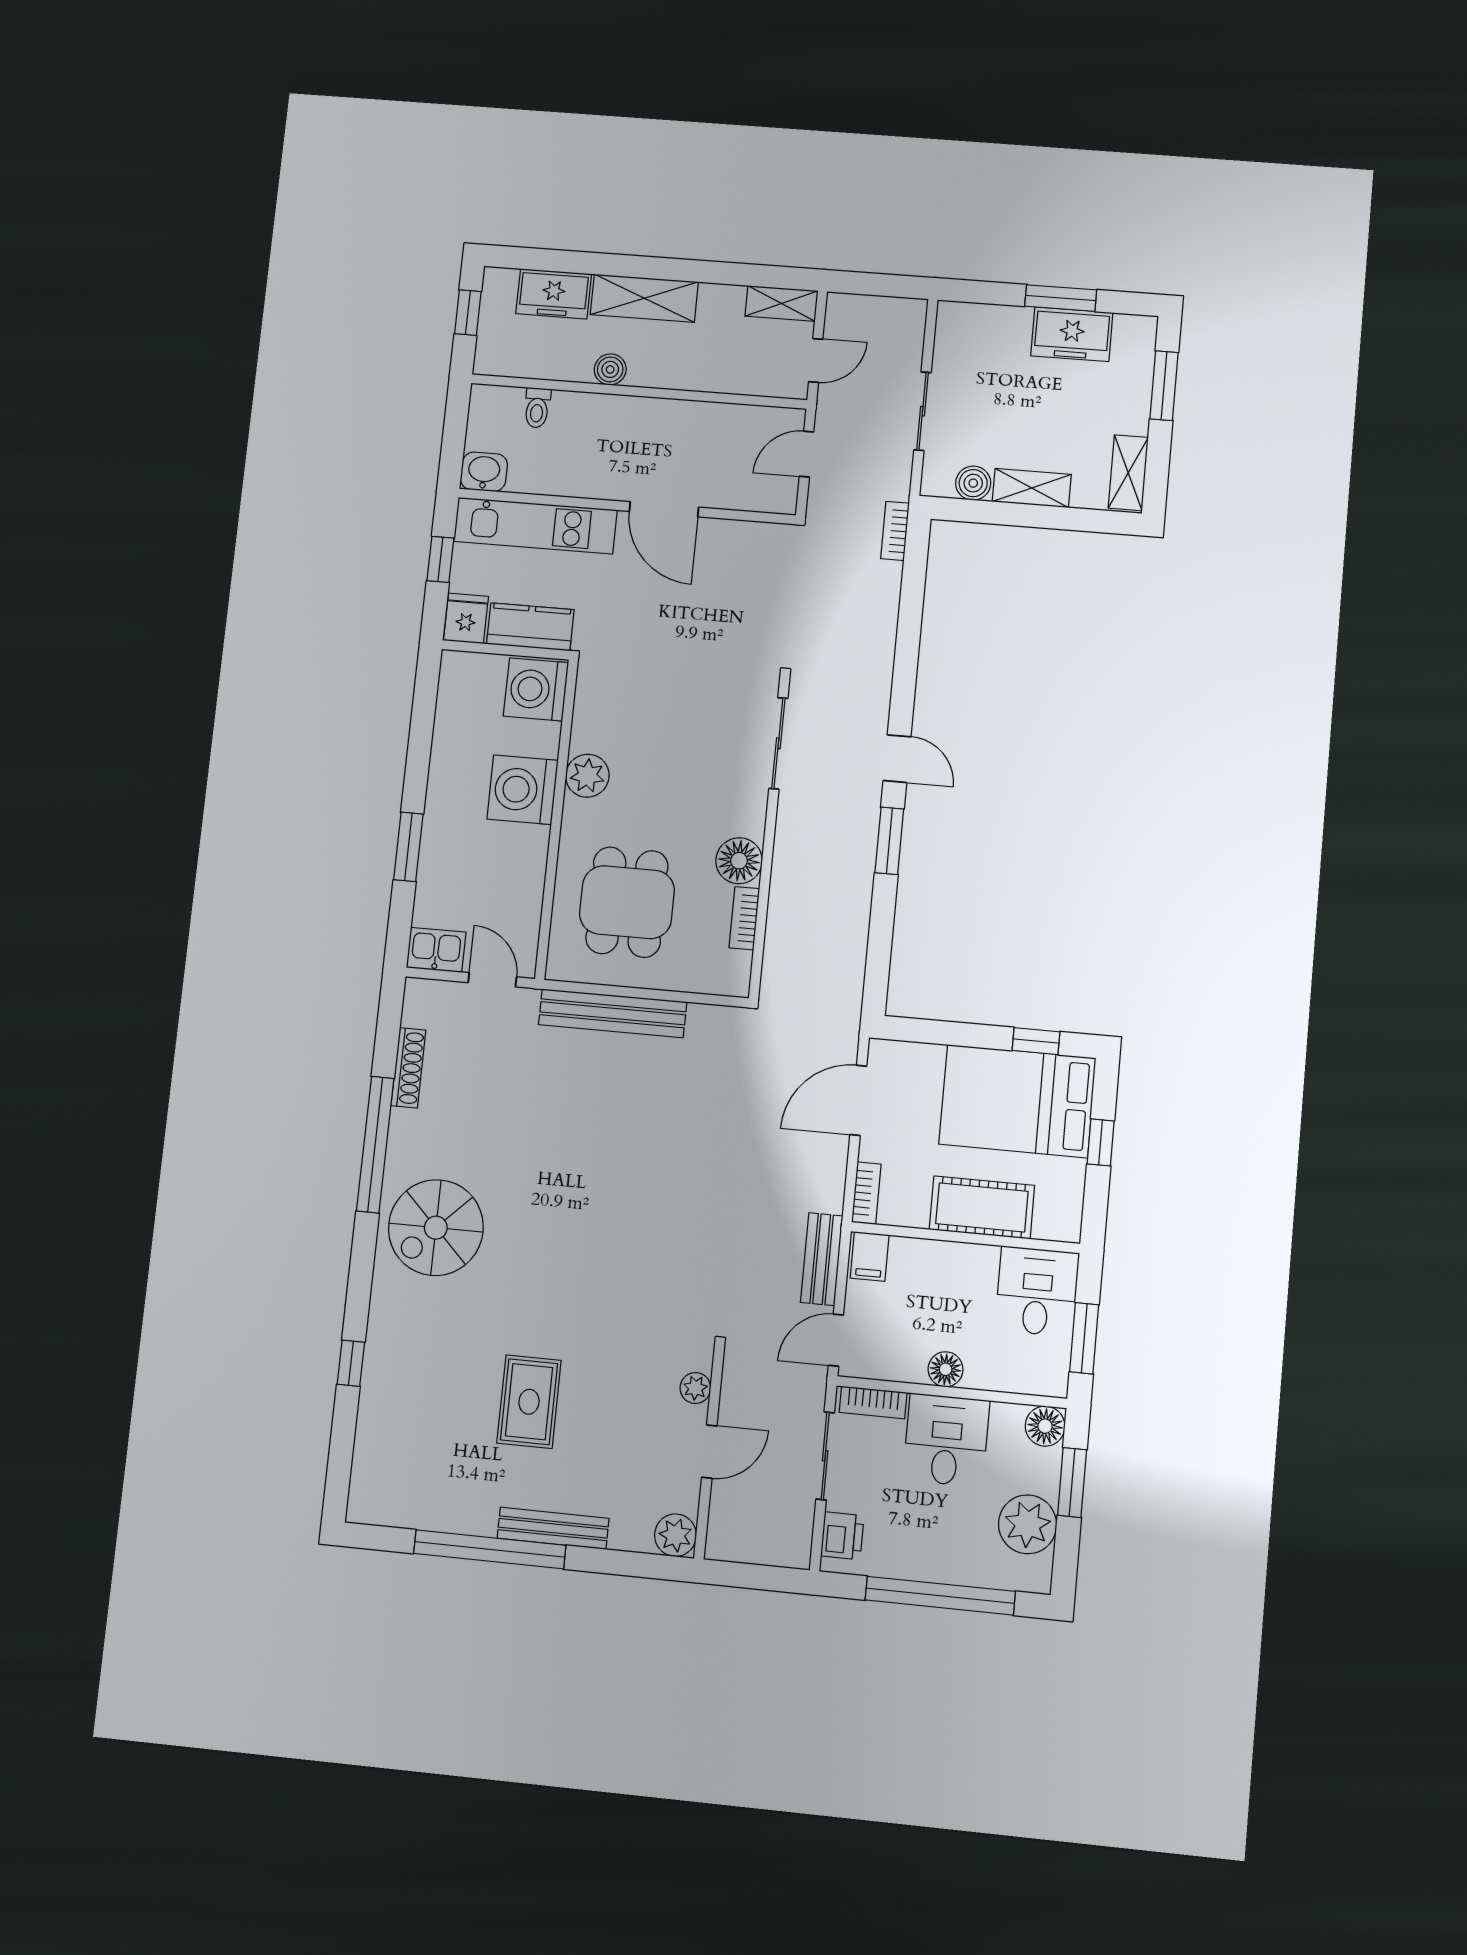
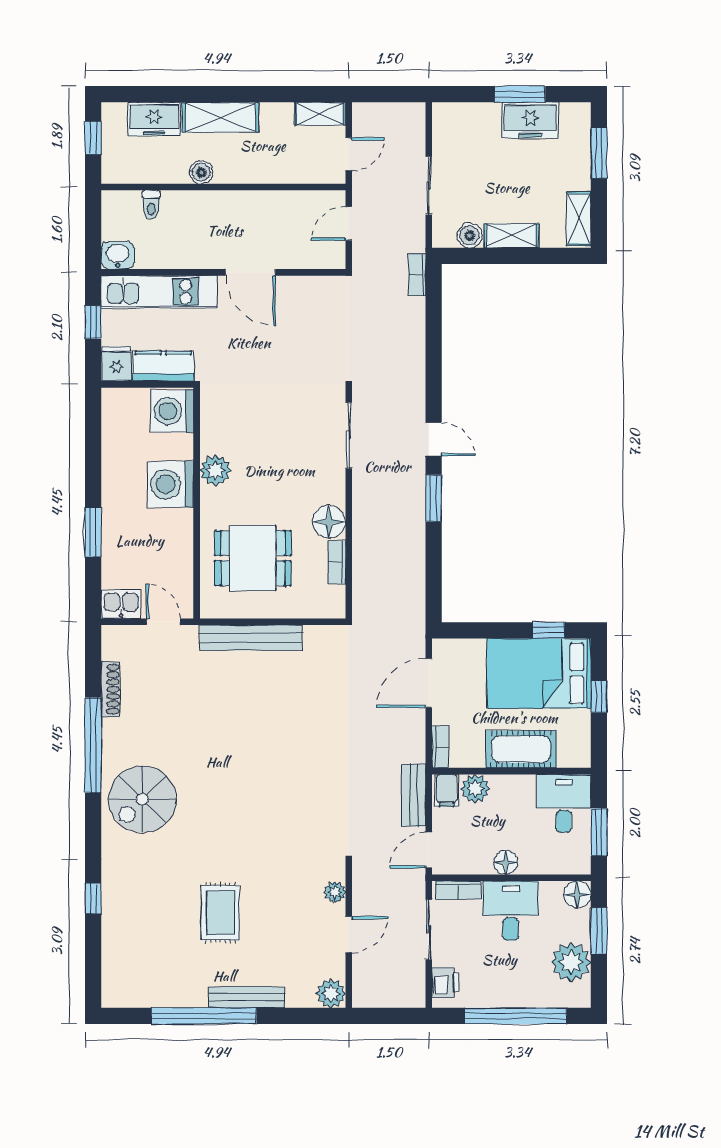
dining table: (627, 902) -> (253, 558), turned 90
plant: (911, 1258) -> (475, 789), added

